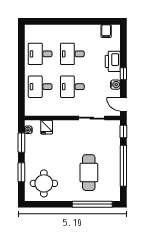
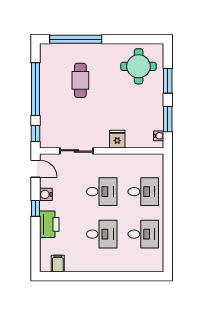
fridge: (47, 127) -> (117, 139), moved
cafe table: (89, 173) -> (80, 80), width x0.73, depth x0.74

